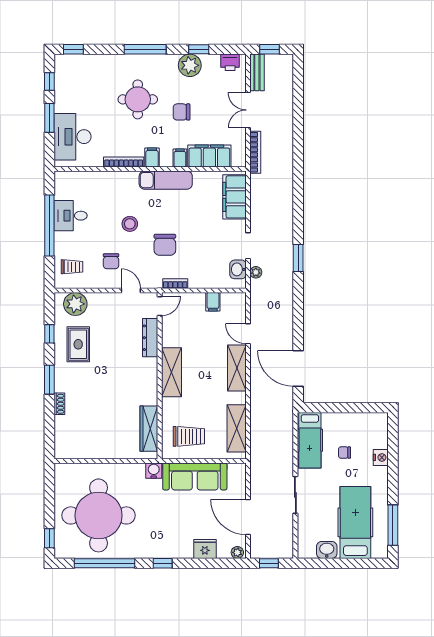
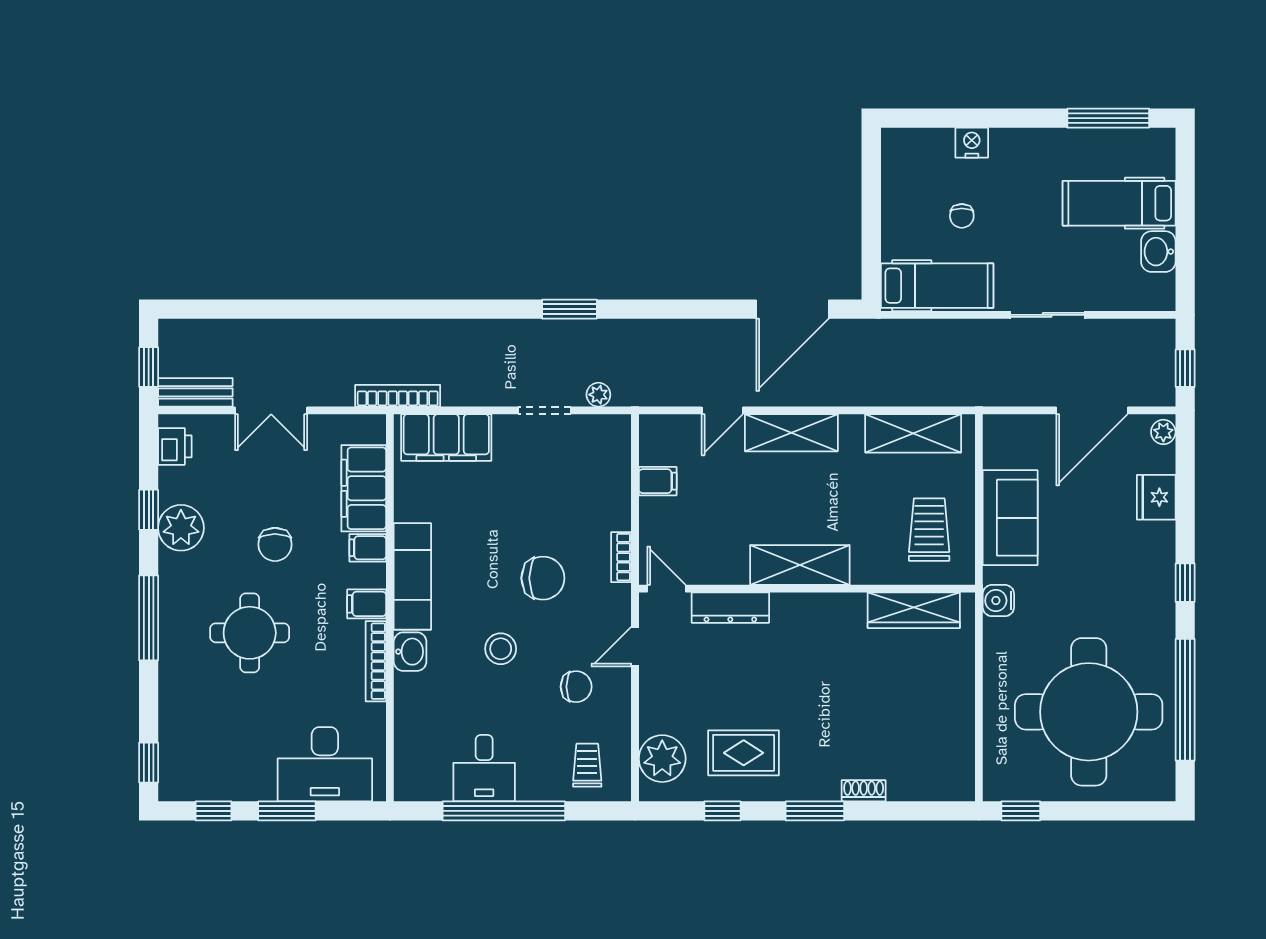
bookcase: (255, 152) -> (398, 396), moved
washbasin: (238, 269) -> (410, 652), moved, turned -90
sofa: (195, 476) -> (1010, 518), width x0.73
hospital bed: (355, 522) -> (1119, 203), width x0.73, depth x0.78
window: (49, 538) -> (1021, 811), moved

